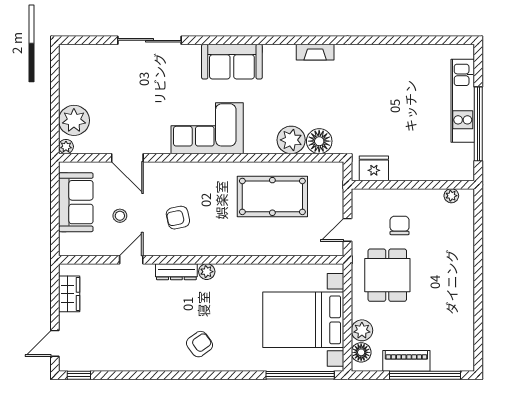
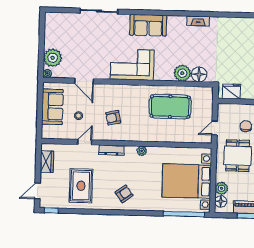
plant: (207, 272) -> (142, 151), moved
rug: (127, 333) -> (81, 186), added

